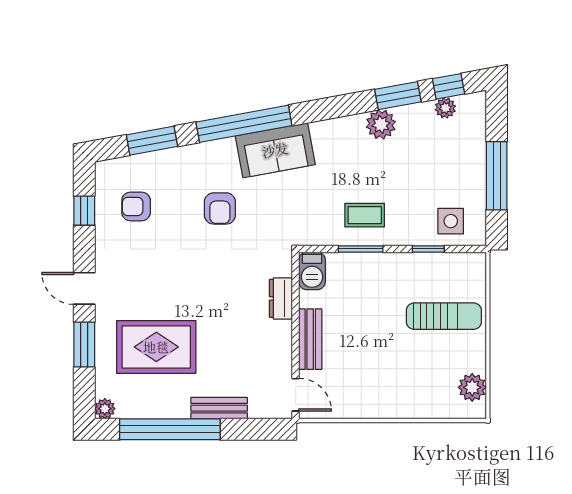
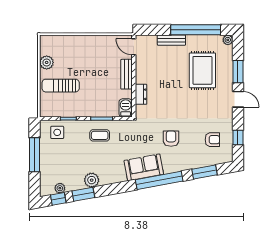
rug: (156, 347) -> (202, 70), turned 90
plant: (472, 387) -> (47, 62), moved

